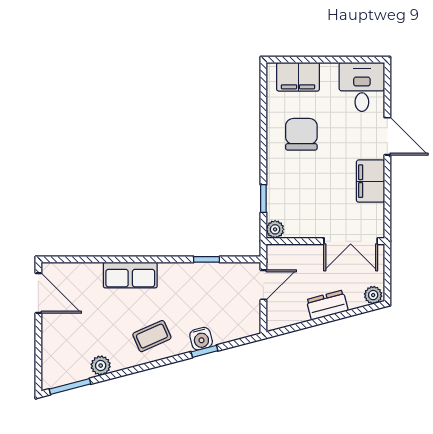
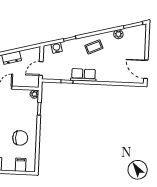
filing cabinet: (298, 77) -> (21, 165), width x0.50
chair: (301, 134) -> (20, 138), turned -90
row of seats: (130, 275) -> (83, 75), moved
water cooler: (201, 339) -> (57, 48), moved

